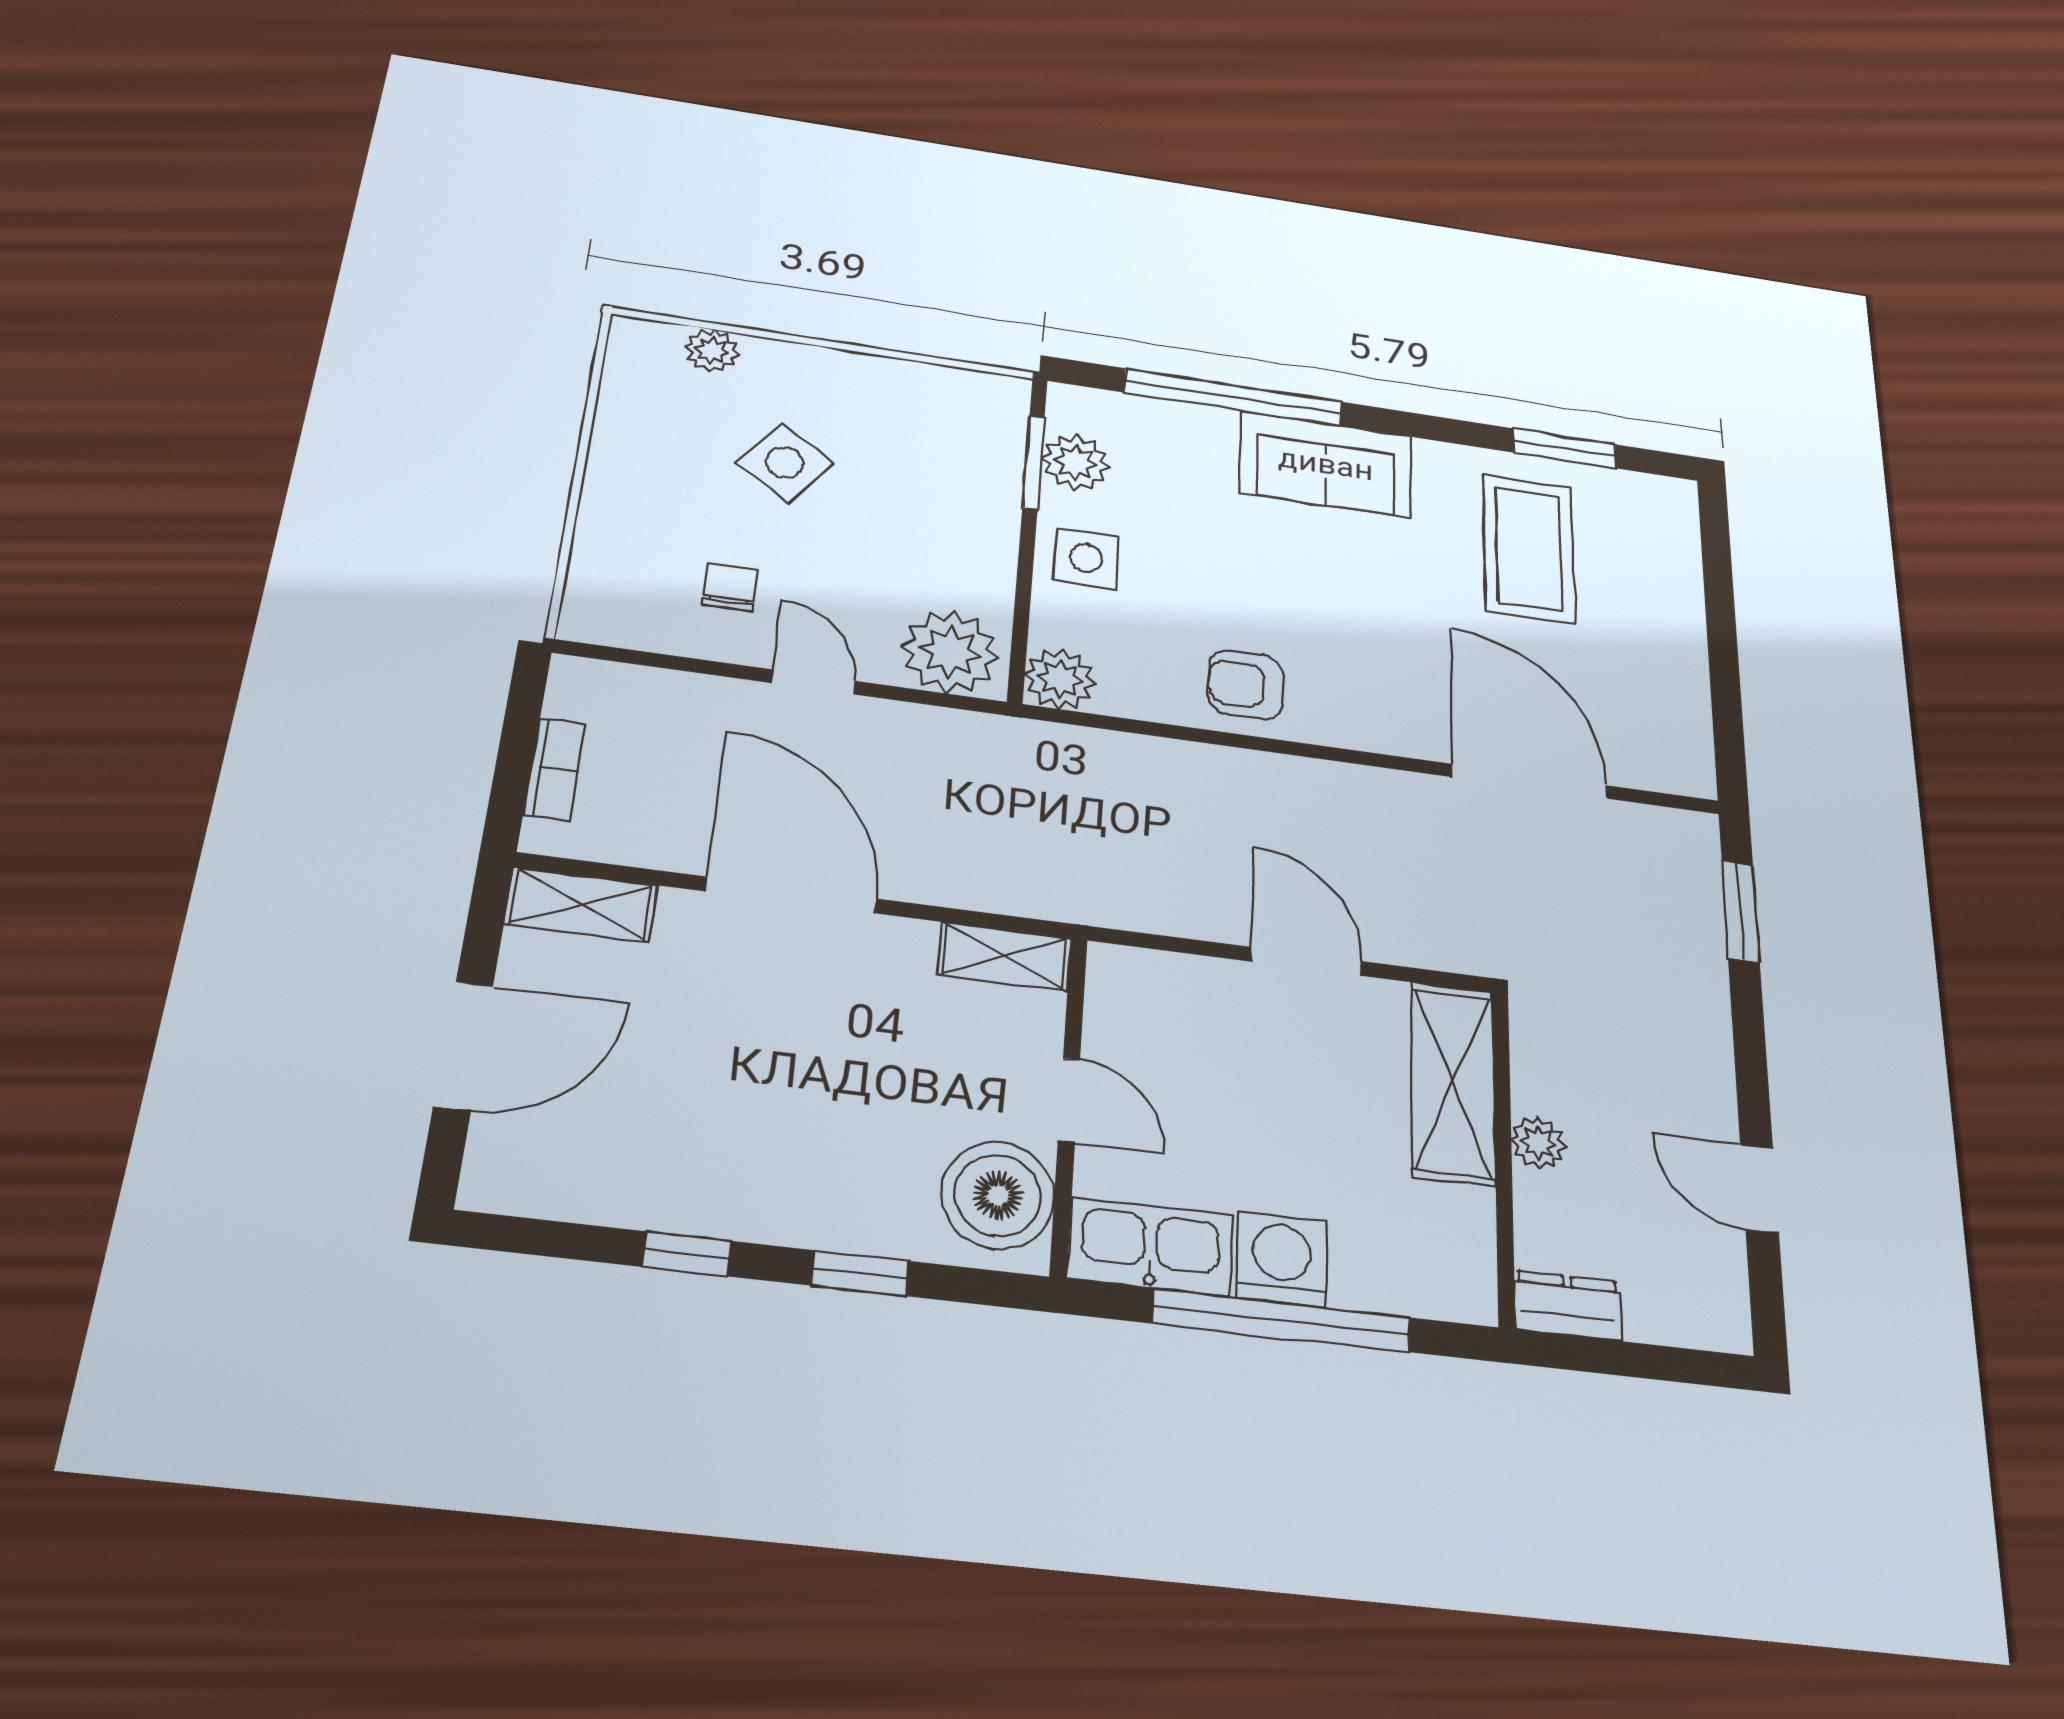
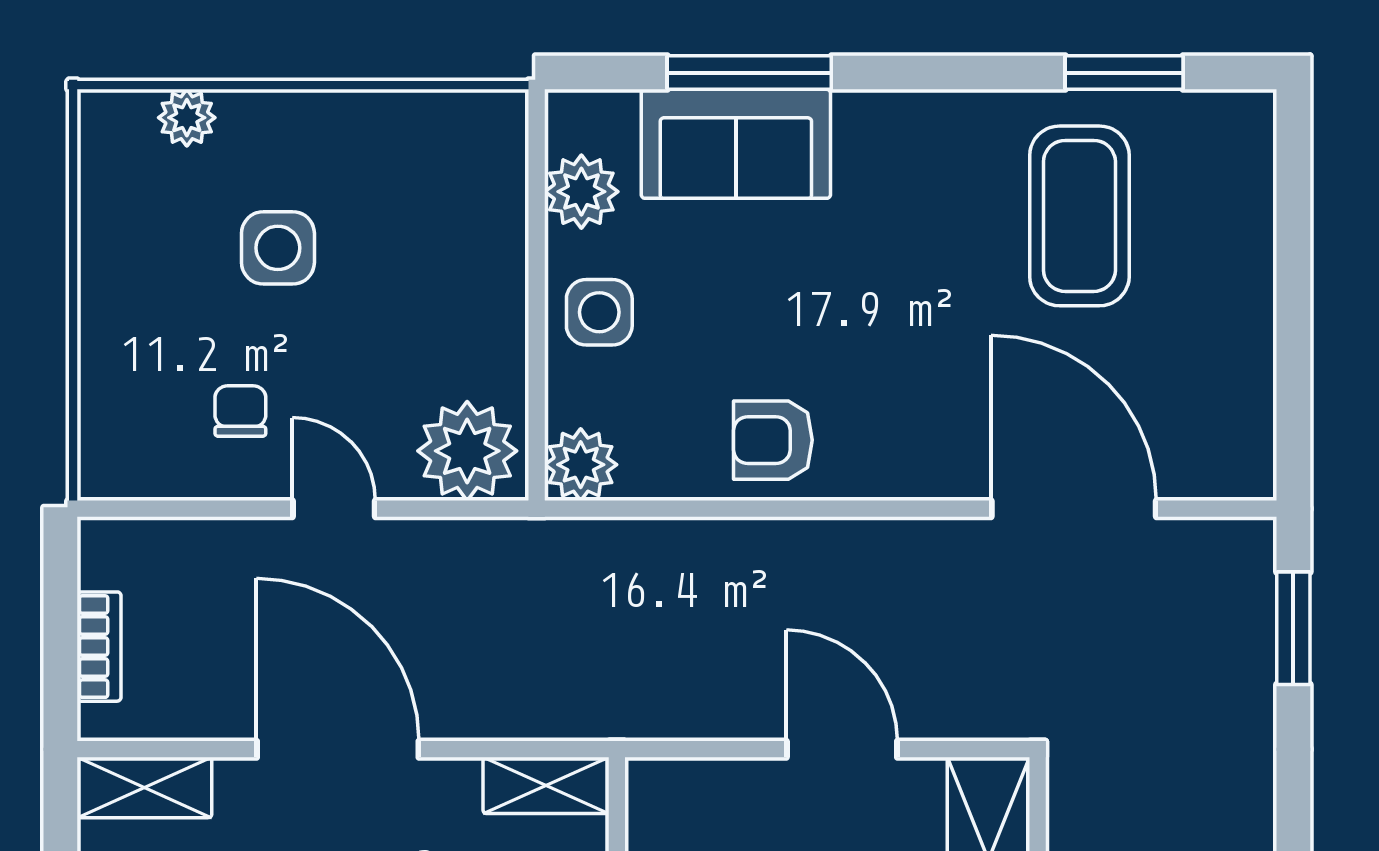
window: (1233, 397) -> (749, 73), width x0.68
window: (1034, 462) -> (537, 200), removed
side table: (785, 463) -> (278, 248), turned -35
sofa: (1326, 464) -> (736, 144), moved

